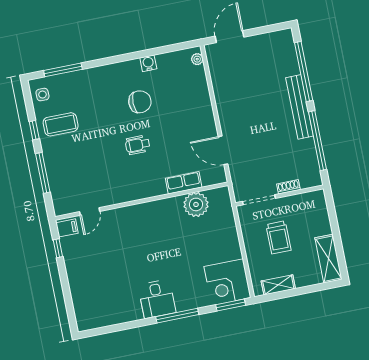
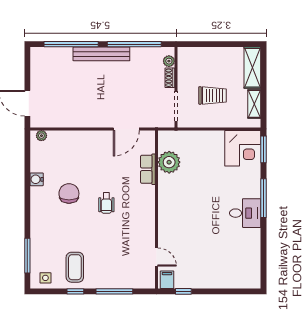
plant: (307, 182) -> (169, 61), added
shelving: (328, 259) -> (252, 68), moved, turned 90

